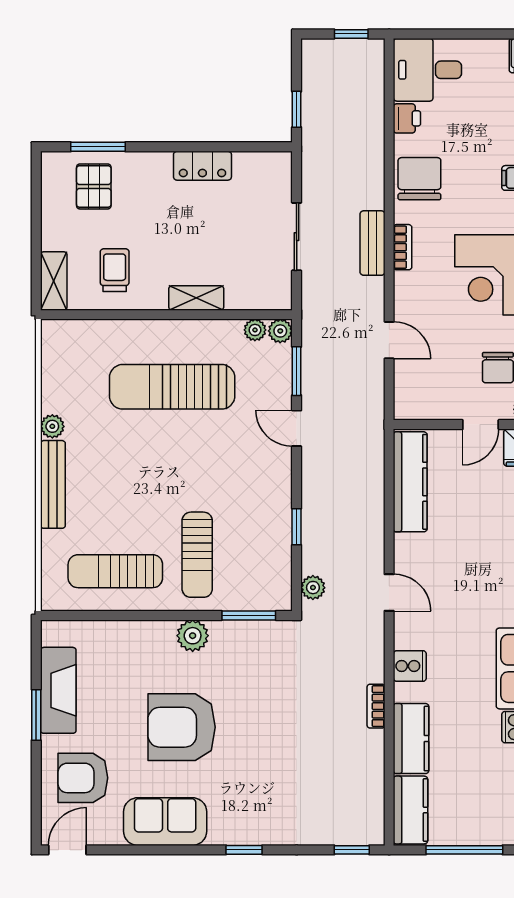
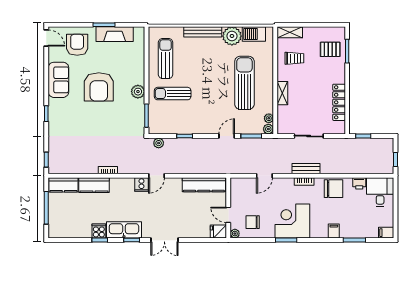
locker: (202, 166) -> (339, 102), width x1.53
barbecue: (58, 365) -> (254, 34), added
plant: (52, 426) -> (232, 36), width x1.87, depth x1.87
cooker: (410, 666) -> (141, 185), moved
armchair: (182, 727) -> (99, 87), turned 180

